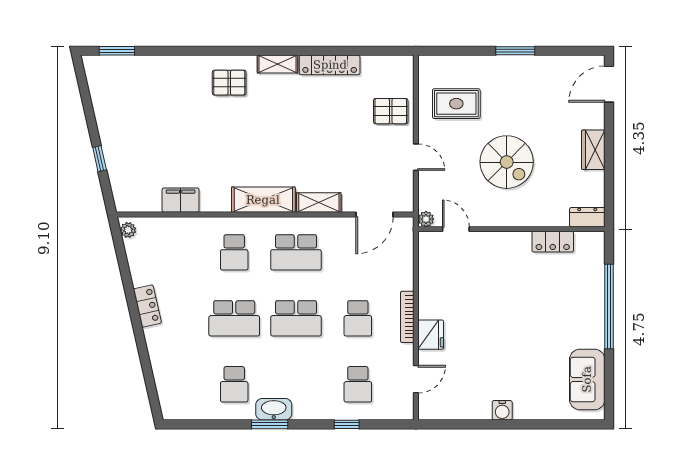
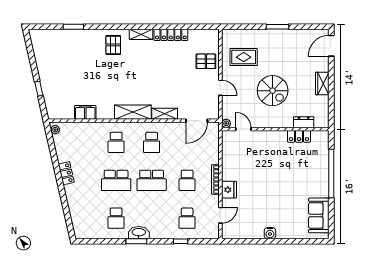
window: (117, 51) -> (73, 27), moved
pallet: (229, 83) -> (113, 45), turned 90
dresser: (587, 217) -> (304, 122), moved
school desk: (296, 252) -> (152, 142), width x0.54

